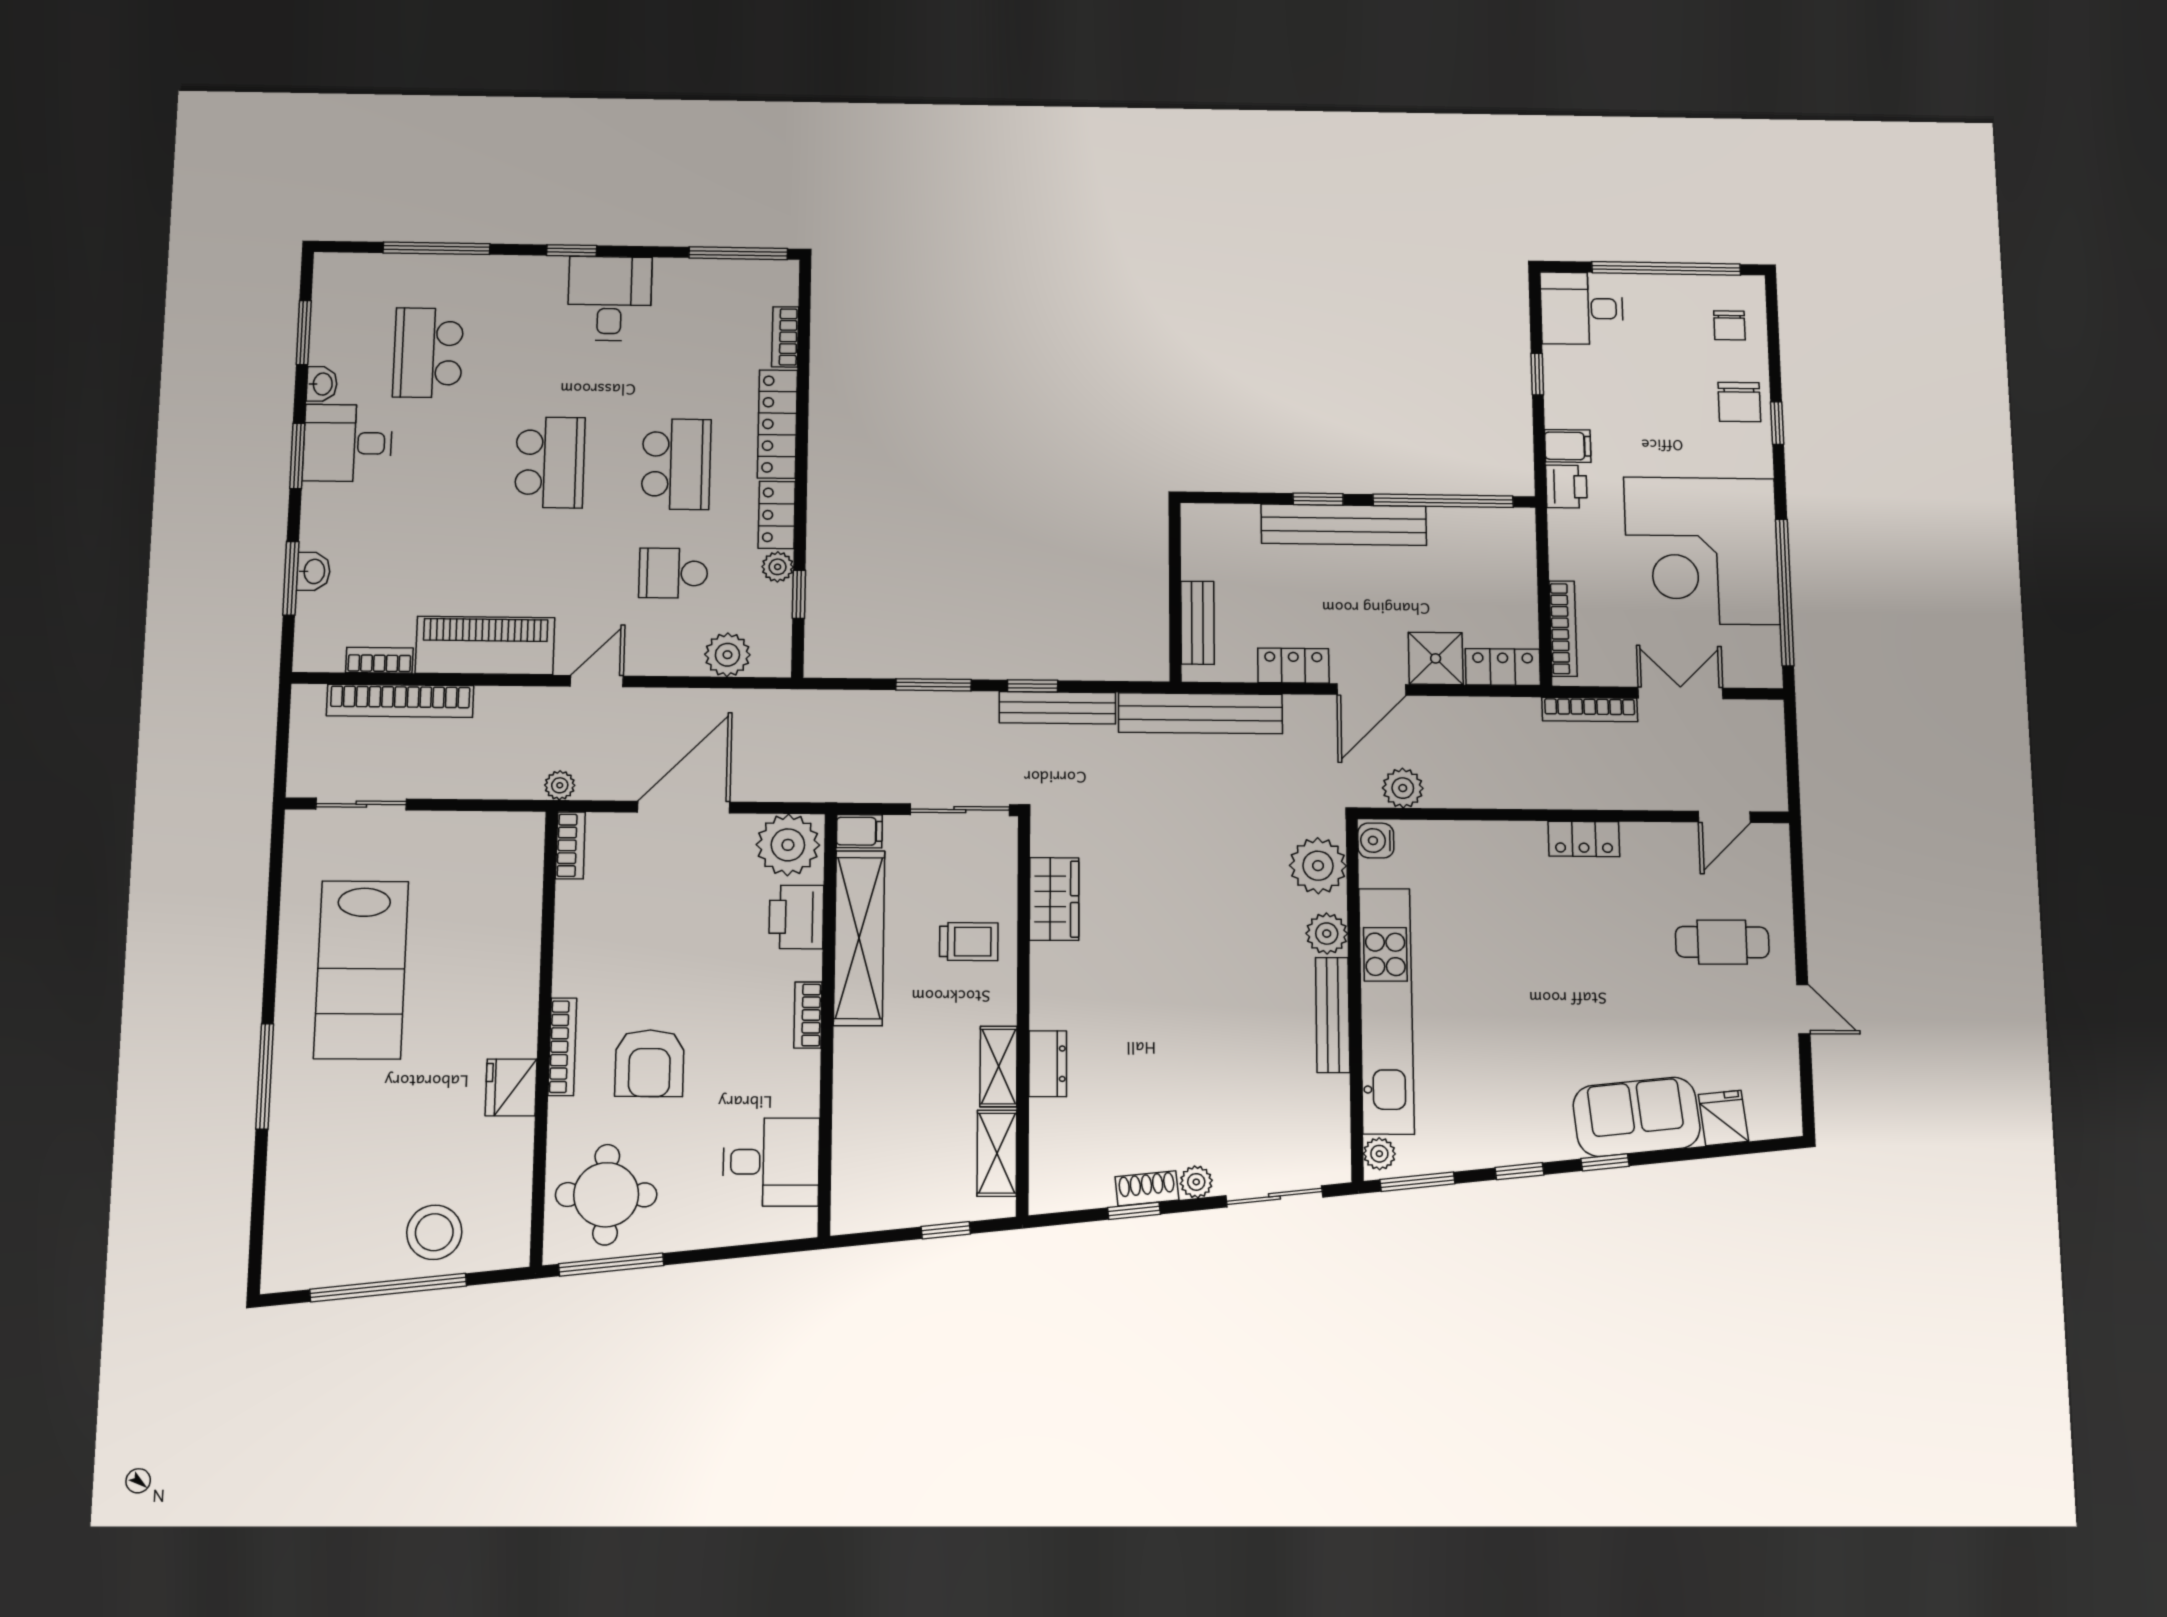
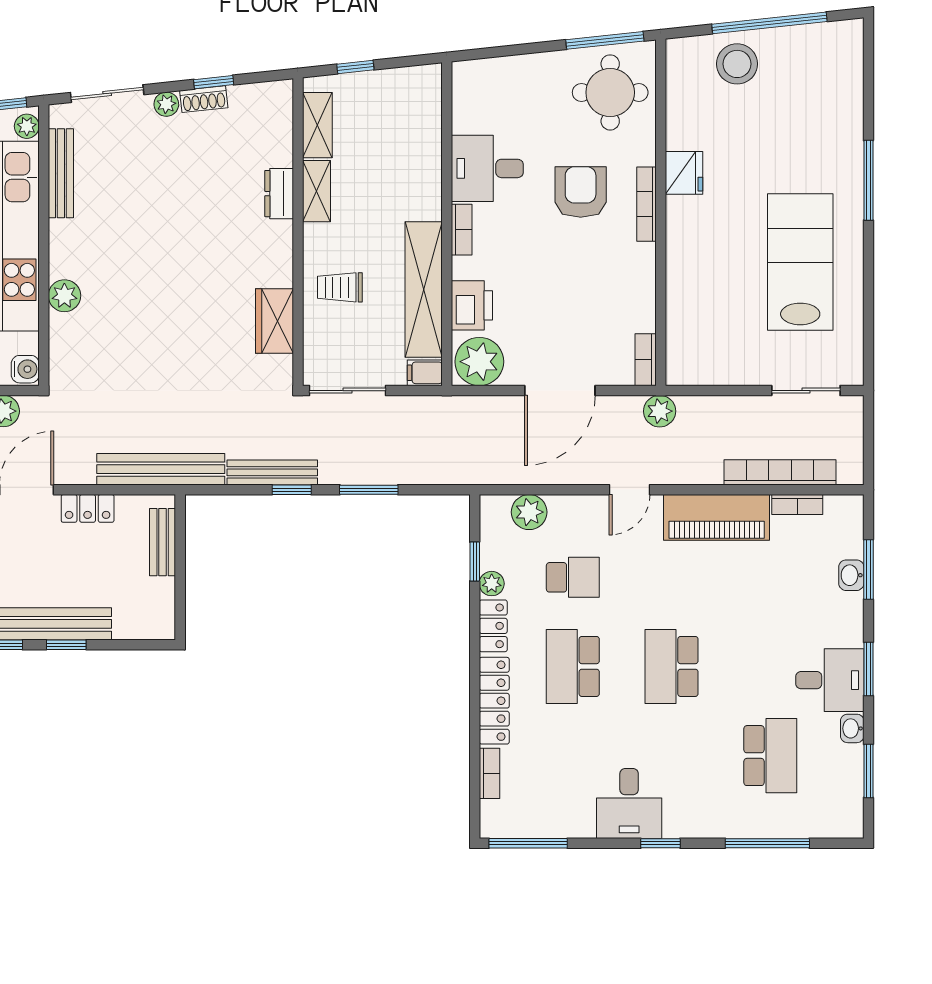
plant: (560, 785) -> (660, 411), width x1.38, depth x1.38
plant: (1318, 866) -> (70, 349), removed
bench: (1333, 1015) -> (61, 173), moved
desk: (771, 1162) -> (487, 168), moved

